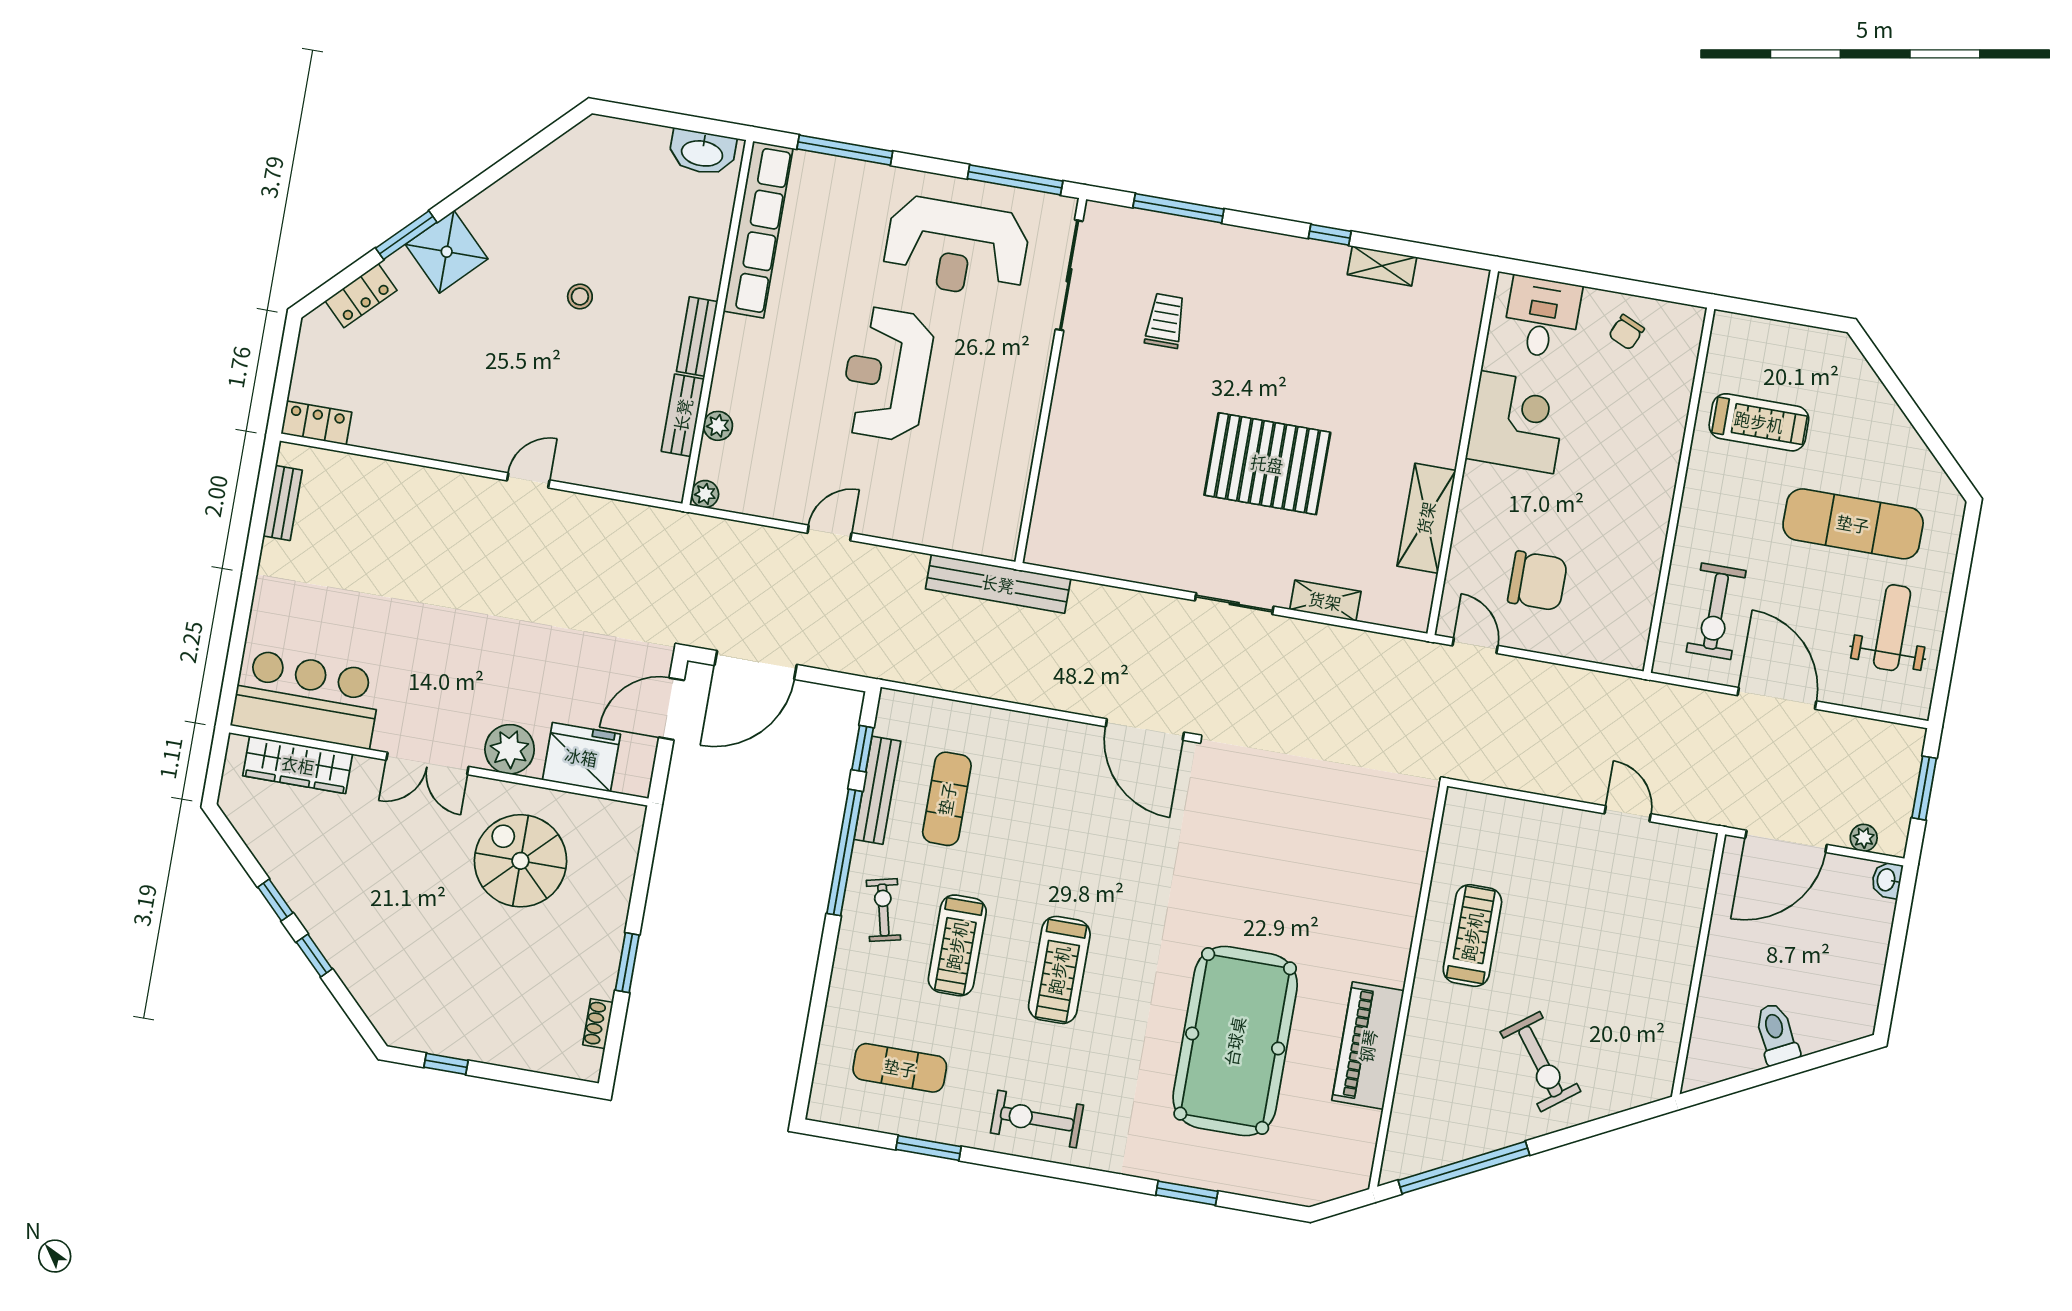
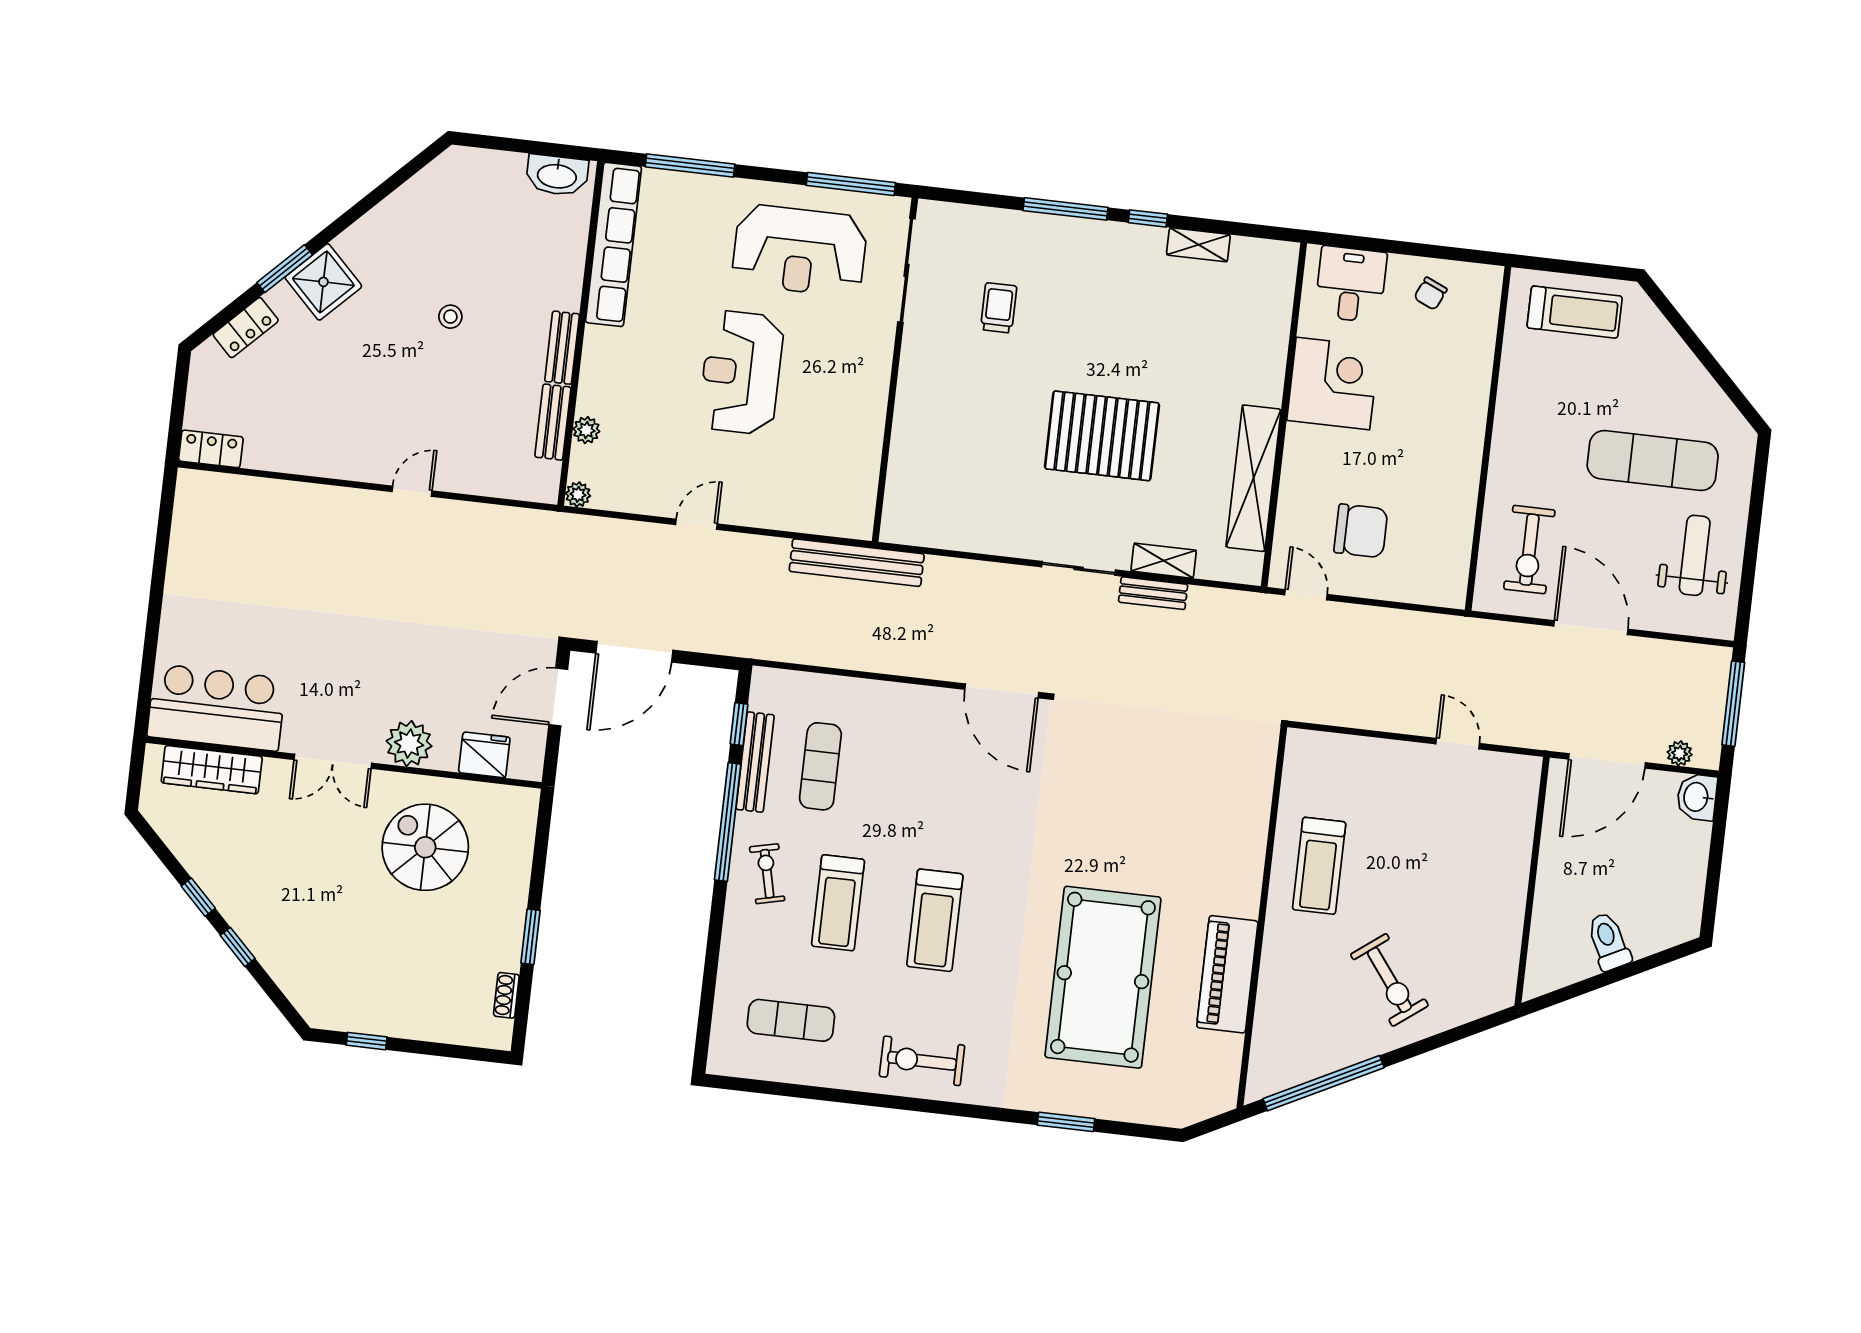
window: (1178, 208) -> (1066, 209), moved
treadmill: (1759, 422) -> (1575, 312), moved
bench: (283, 503) -> (1153, 593), moved, turned 90
shelving: (1426, 518) -> (1254, 478), width x1.47
fridge: (581, 757) -> (484, 755), width x0.73, depth x0.75
window: (1924, 788) -> (1733, 704), width x1.44
washbasin: (1887, 880) -> (1697, 797), width x1.38, depth x1.45
treadmill: (1472, 936) -> (1319, 866), turned 180
window: (928, 1148) -> (822, 1094), removed

